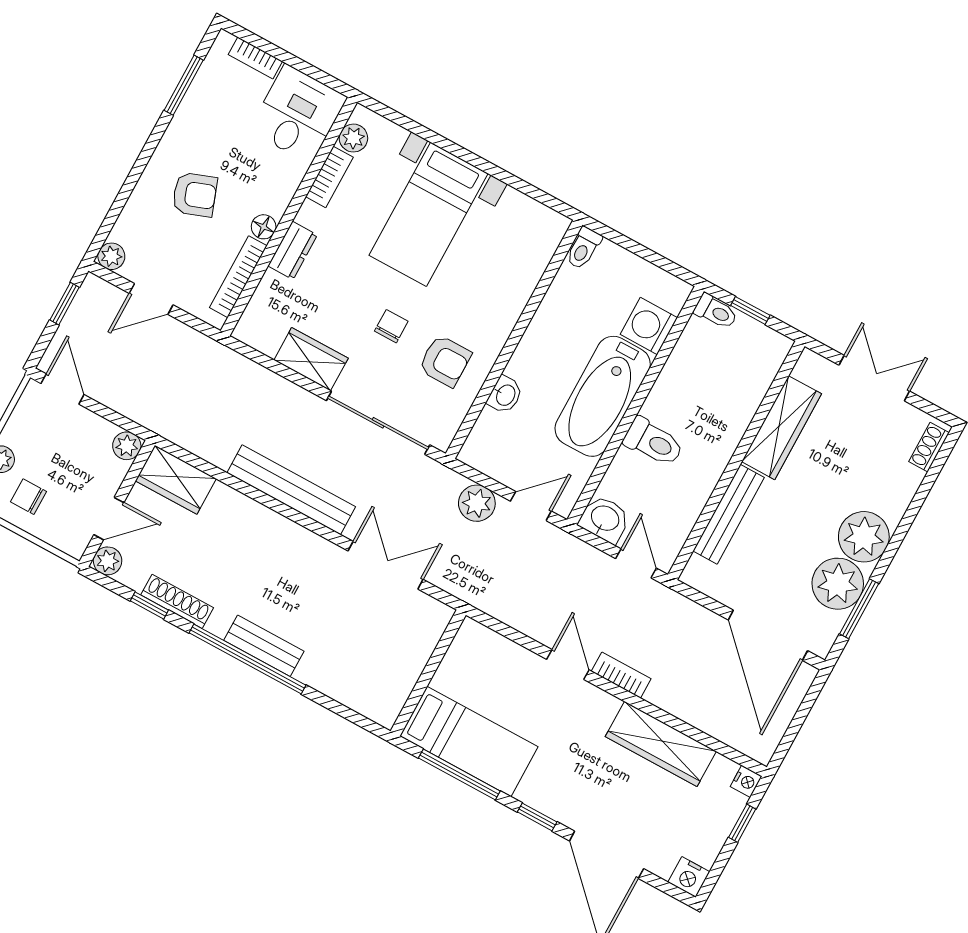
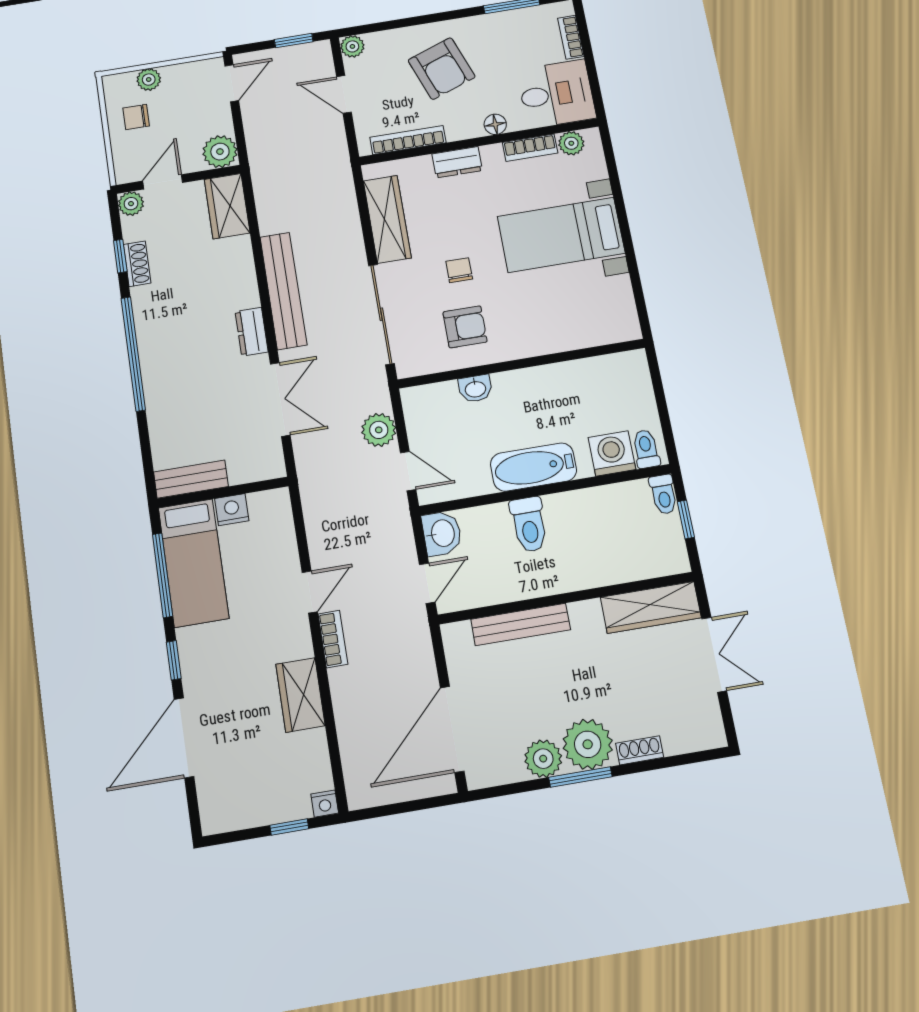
armchair: (195, 195) -> (442, 69), width x1.38, depth x1.38
floor lamp: (264, 227) -> (495, 124), moved
toilet: (584, 248) -> (646, 449), moved, turned 90
chair: (391, 326) -> (459, 270), turned -90
wardrobe: (311, 359) -> (387, 219), width x1.50
armchair: (445, 361) -> (465, 327), turned -90
bathtub: (603, 396) -> (533, 467), width x0.73, depth x0.73
wardrobe: (782, 428) -> (651, 607), moved
plant: (127, 446) -> (220, 152), width x1.38, depth x1.38
shoe rack: (929, 447) -> (640, 750), moved
chair: (28, 497) -> (136, 117), turned -90
door: (109, 519) -> (163, 182), swing flipped
dresser: (307, 544) -> (252, 332), added
plant: (838, 584) -> (543, 759), width x0.73, depth x0.73
shoe rack: (177, 601) -> (137, 264), width x0.70
window: (859, 609) -> (580, 777), moved
bench: (264, 646) -> (191, 479), moved, turned 90
wardrobe: (661, 744) -> (300, 695), width x0.67
nightstand: (689, 877) -> (232, 510), moved, turned 90

